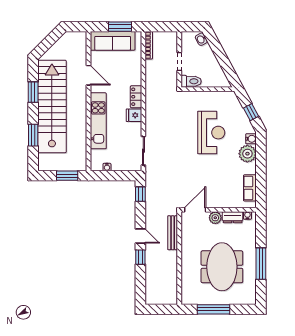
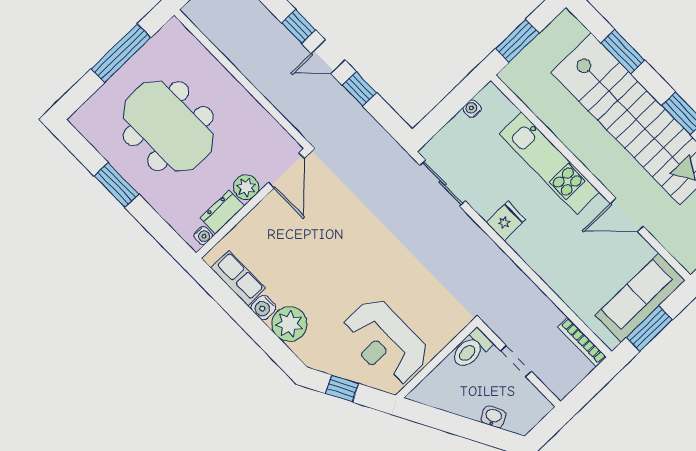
washbasin: (201, 39) -> (493, 417), moved
locker: (136, 97) -> (529, 250), removed
reception desk: (211, 133) -> (385, 342), moved
water cooler: (251, 139) -> (264, 308), moved
window: (140, 194) -> (359, 89), moved
bench: (173, 233) -> (286, 106), removed
window: (261, 264) -> (117, 185), width x0.69

